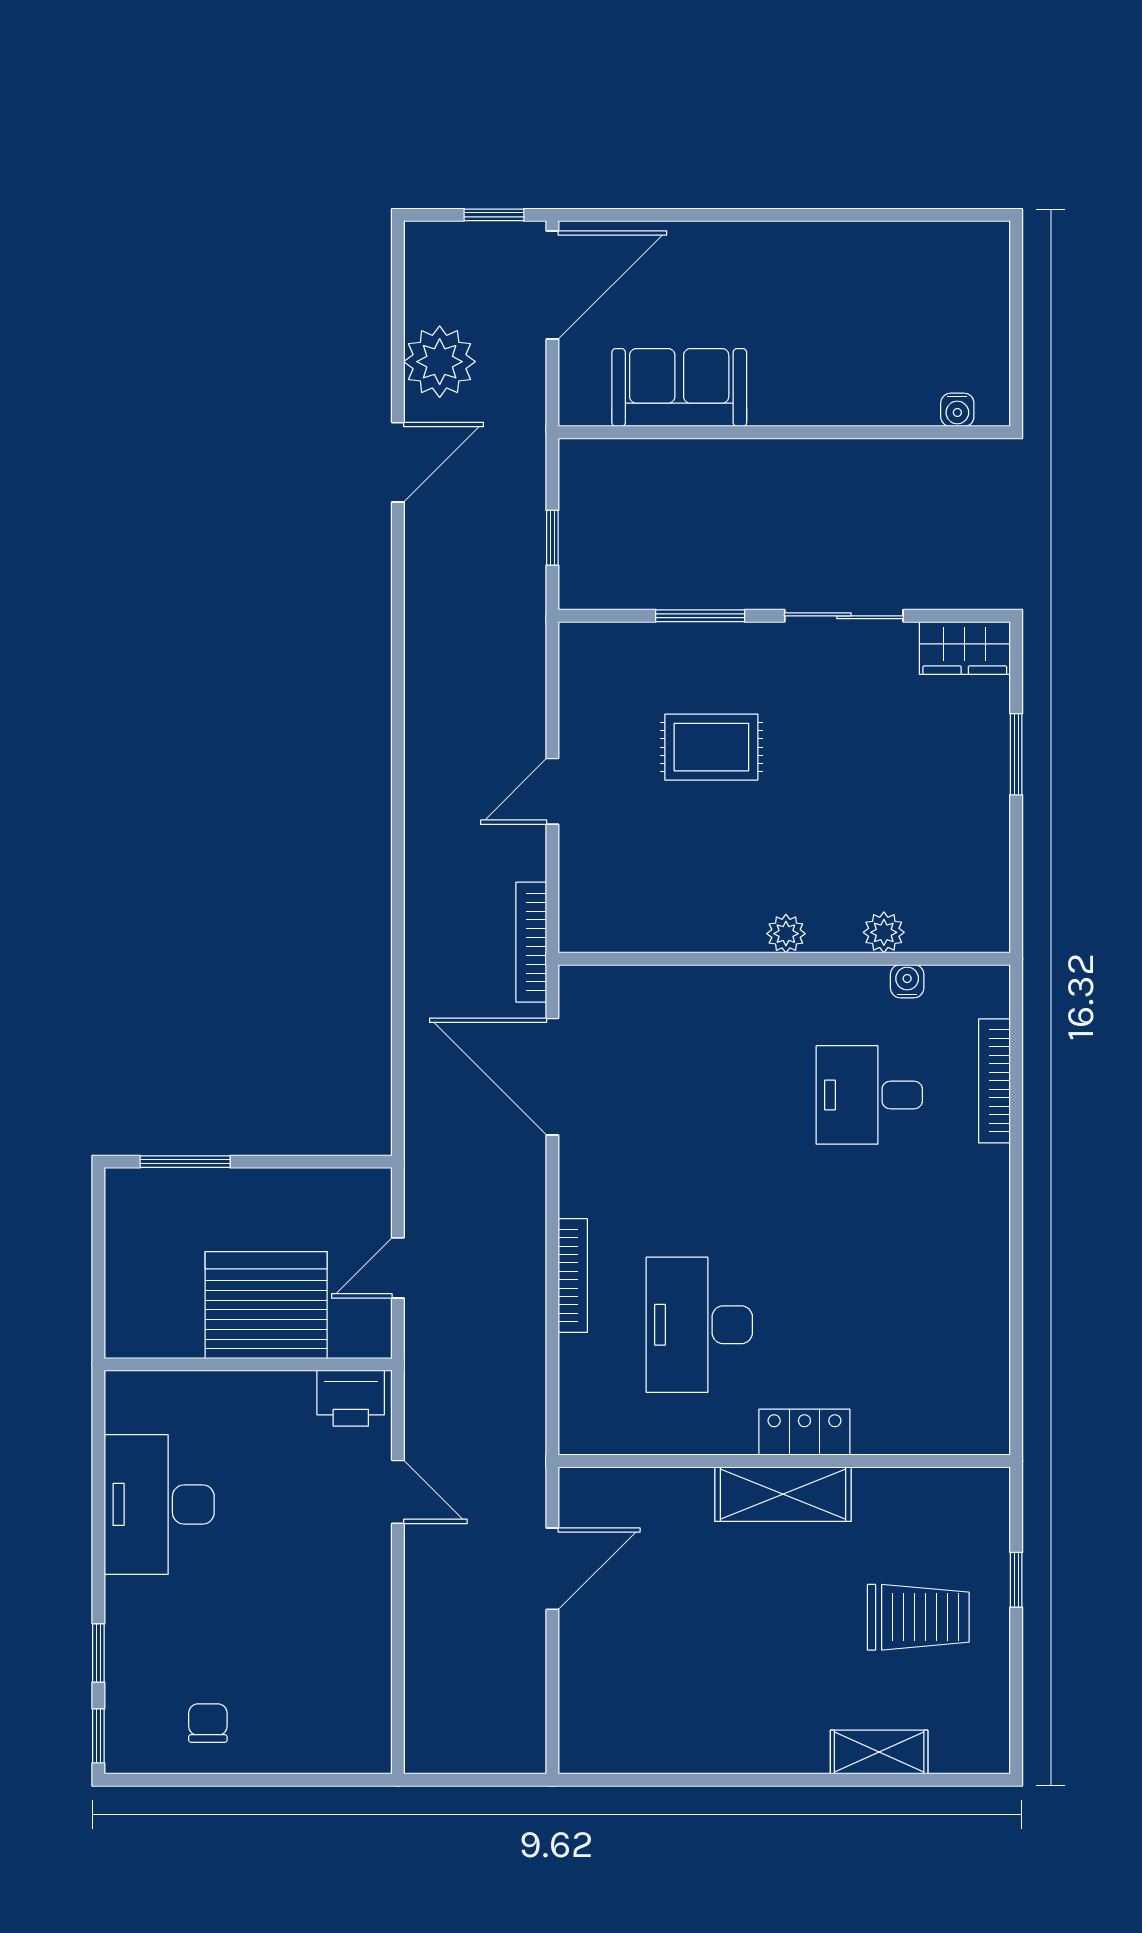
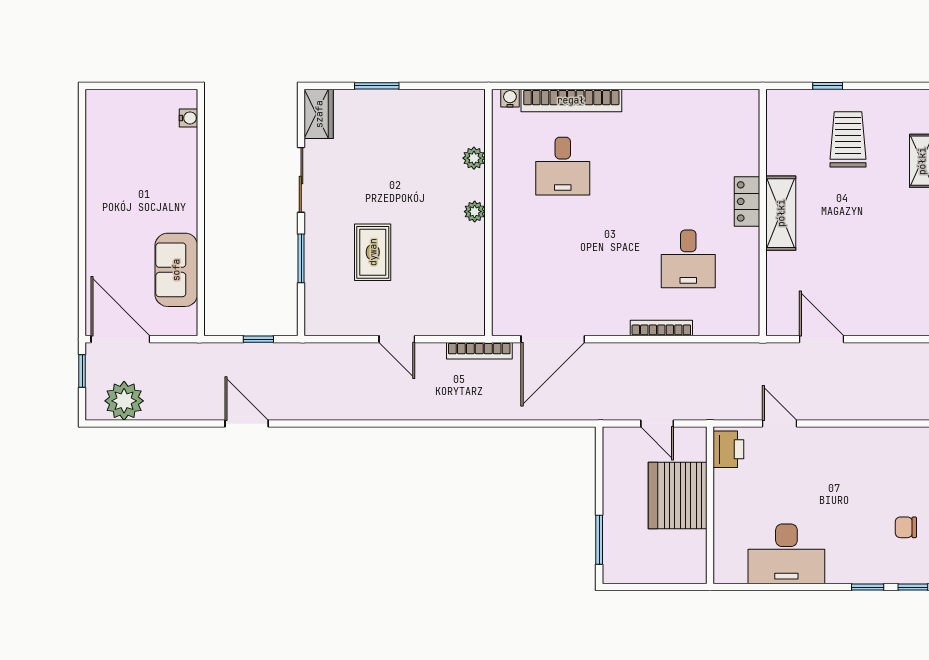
plant: (440, 362) -> (124, 401), moved
door: (398, 462) -> (247, 424), moved
water cooler: (907, 981) -> (510, 98), moved, turned 90
bookcase: (994, 1081) -> (571, 100), width x1.48, depth x1.31
desk: (699, 1325) -> (688, 259), width x0.73
door: (398, 1492) -> (779, 424), hinge flipped

